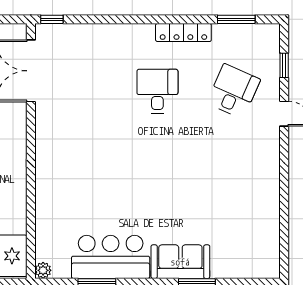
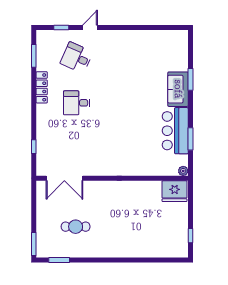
window: (52, 19) -> (34, 147), moved

